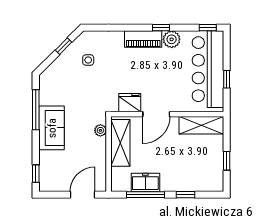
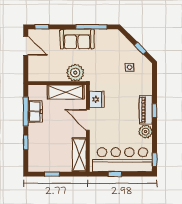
window: (161, 28) -> (155, 111), moved
plant: (100, 130) -> (75, 73), width x1.87, depth x1.87
door: (83, 195) -> (26, 46), moved

